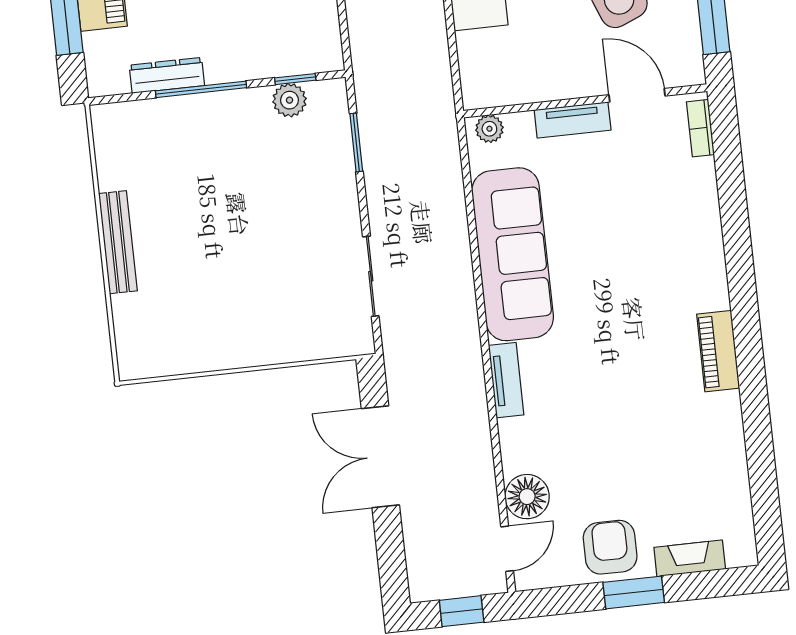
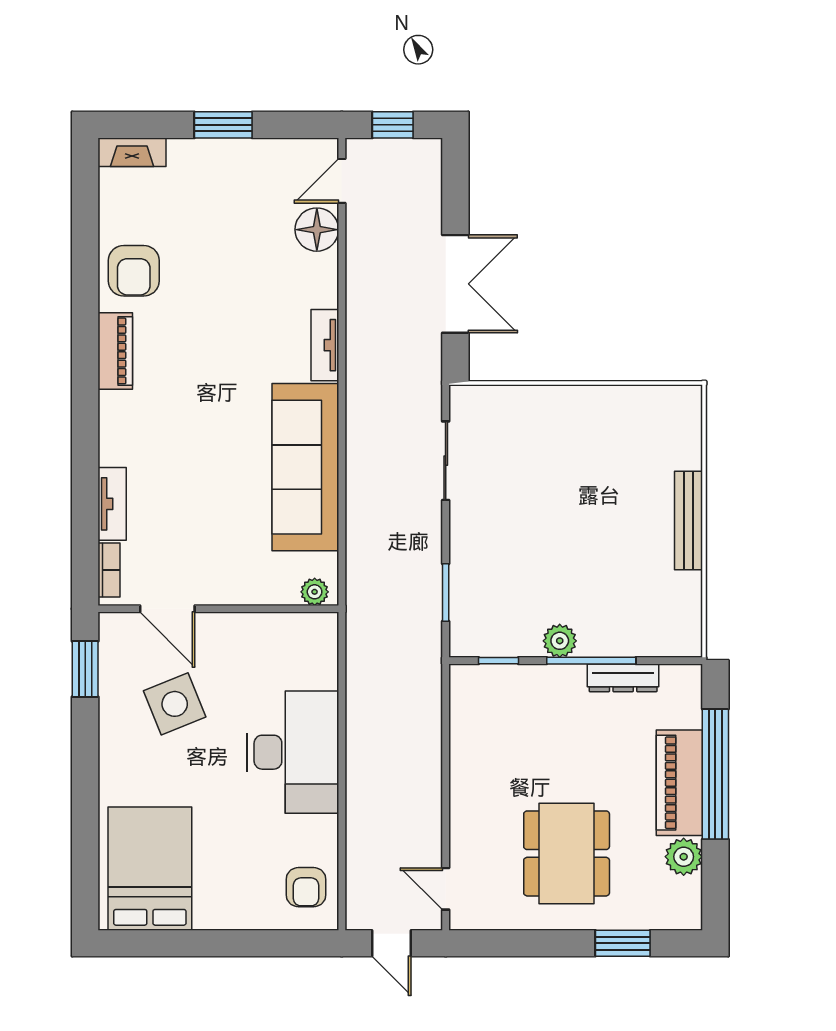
plant: (290, 100) -> (560, 641), moved
tv unit: (573, 120) -> (112, 504), moved, turned 90
armchair: (610, 547) -> (134, 271), moved
fireplace: (690, 558) -> (132, 152), moved

